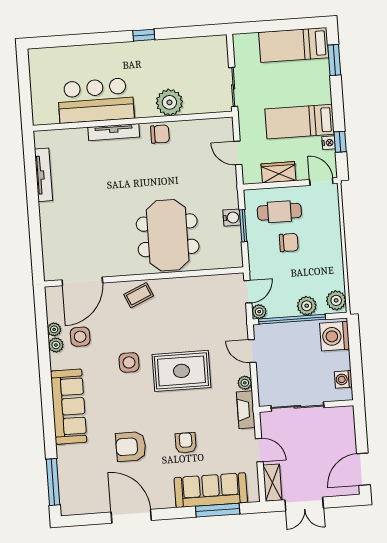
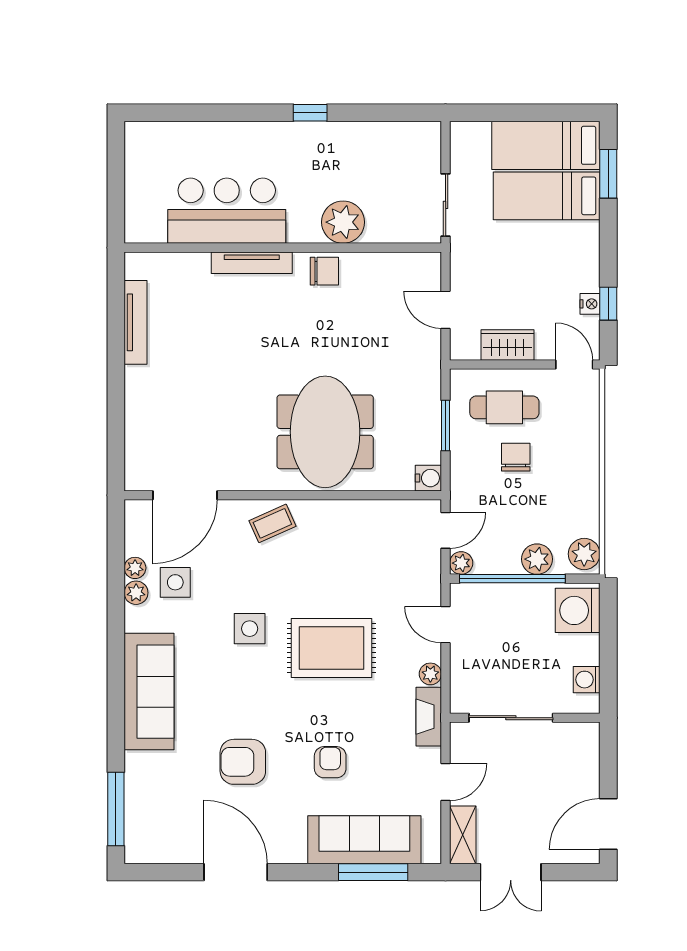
bed: (300, 122) -> (547, 196), moved
water cooler: (232, 218) -> (428, 478), moved
chair: (289, 243) -> (516, 457), turned -90
door: (259, 450) -> (446, 782), hinge flipped

